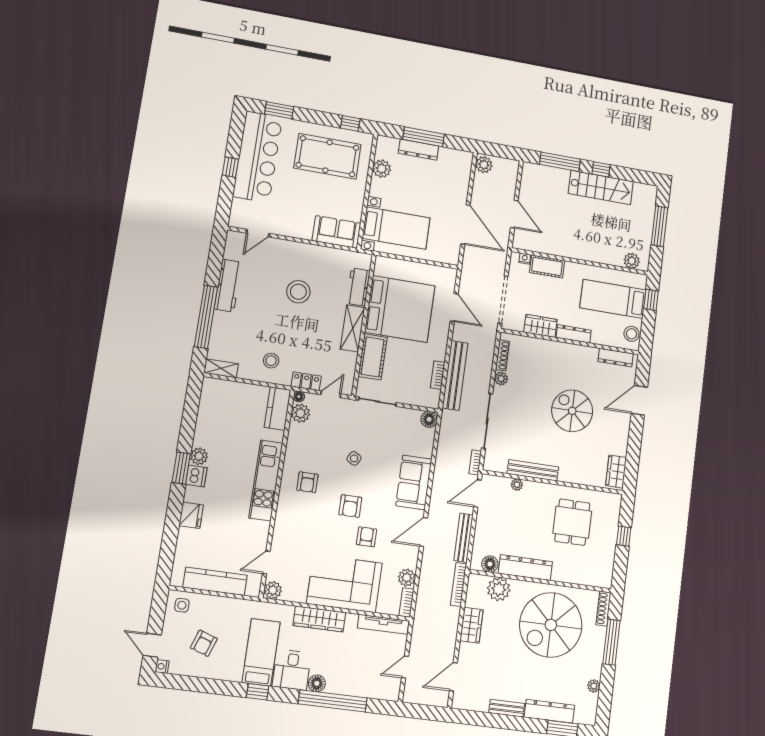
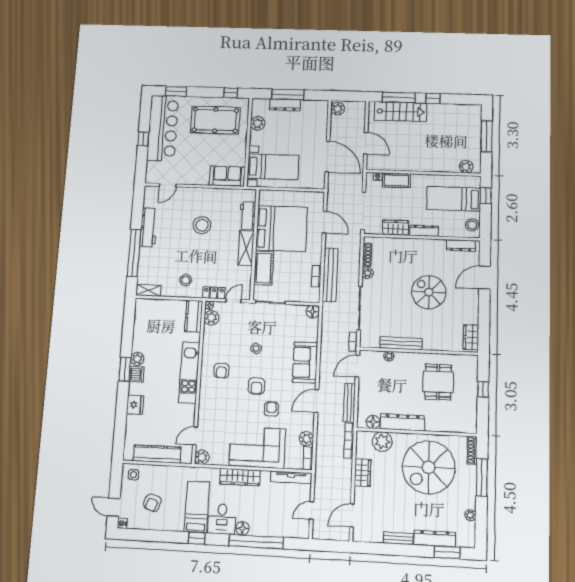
stairs: (601, 187) -> (401, 112), moved

